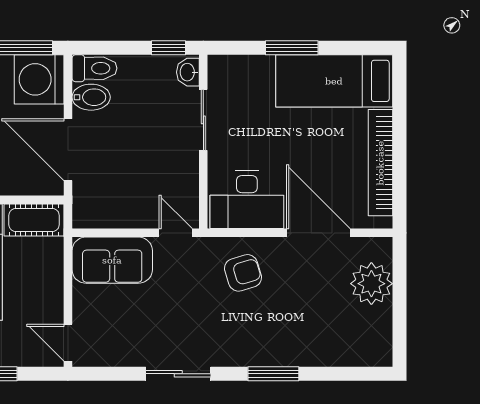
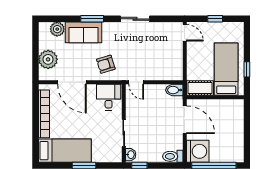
bidet: (91, 97) -> (174, 90), moved
desk: (247, 200) -> (109, 97), width x0.73
sofa: (112, 260) -> (83, 32), moved, turned 180
plant: (351, 351) -> (57, 29), added

